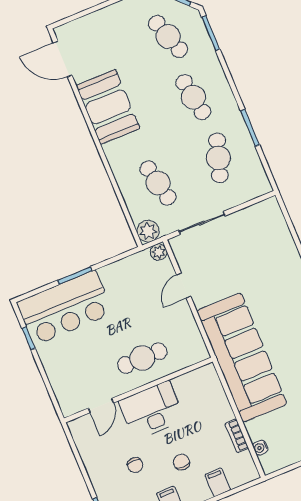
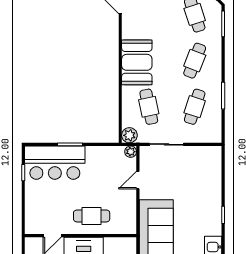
cafe table: (193, 97) -> (195, 61), turned 30
booth: (108, 107) -> (137, 62), moved

